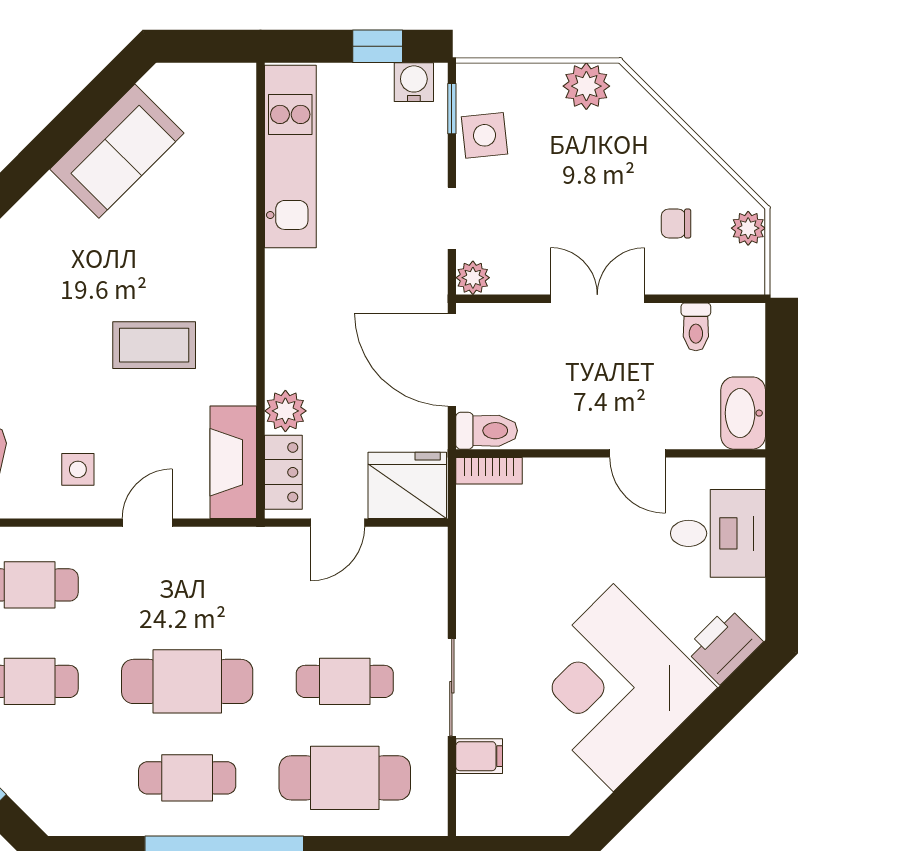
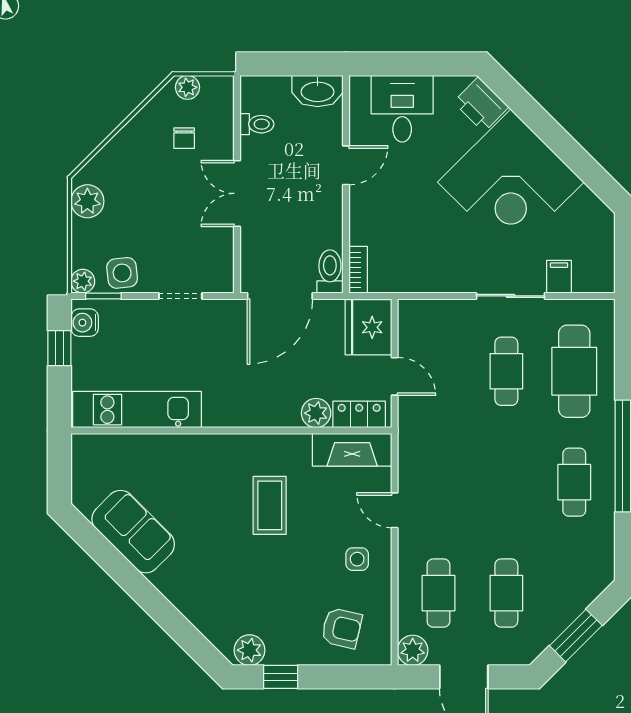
plant: (473, 278) -> (83, 281), moved
cafe table: (187, 681) -> (506, 482), removed

